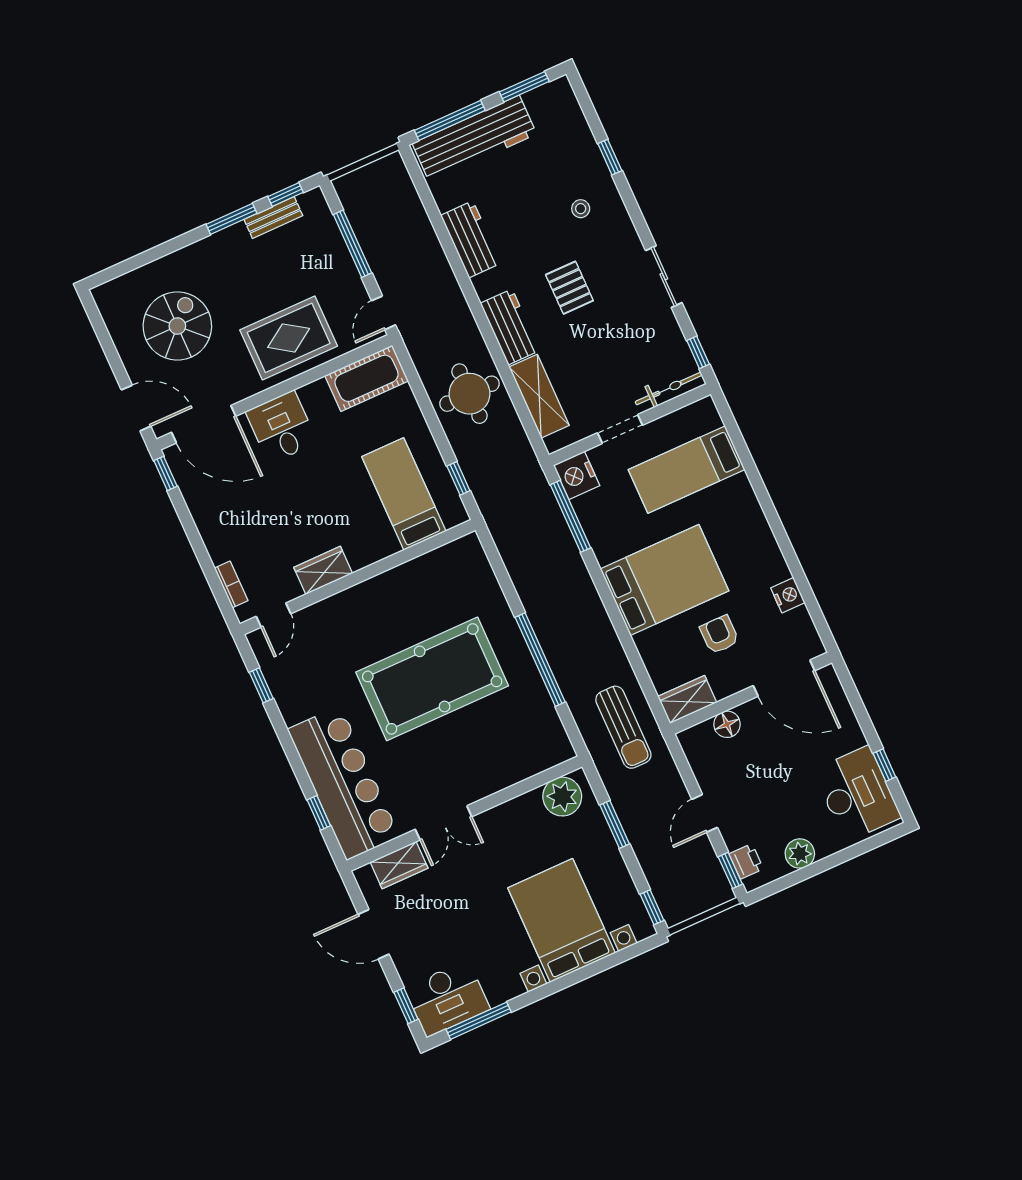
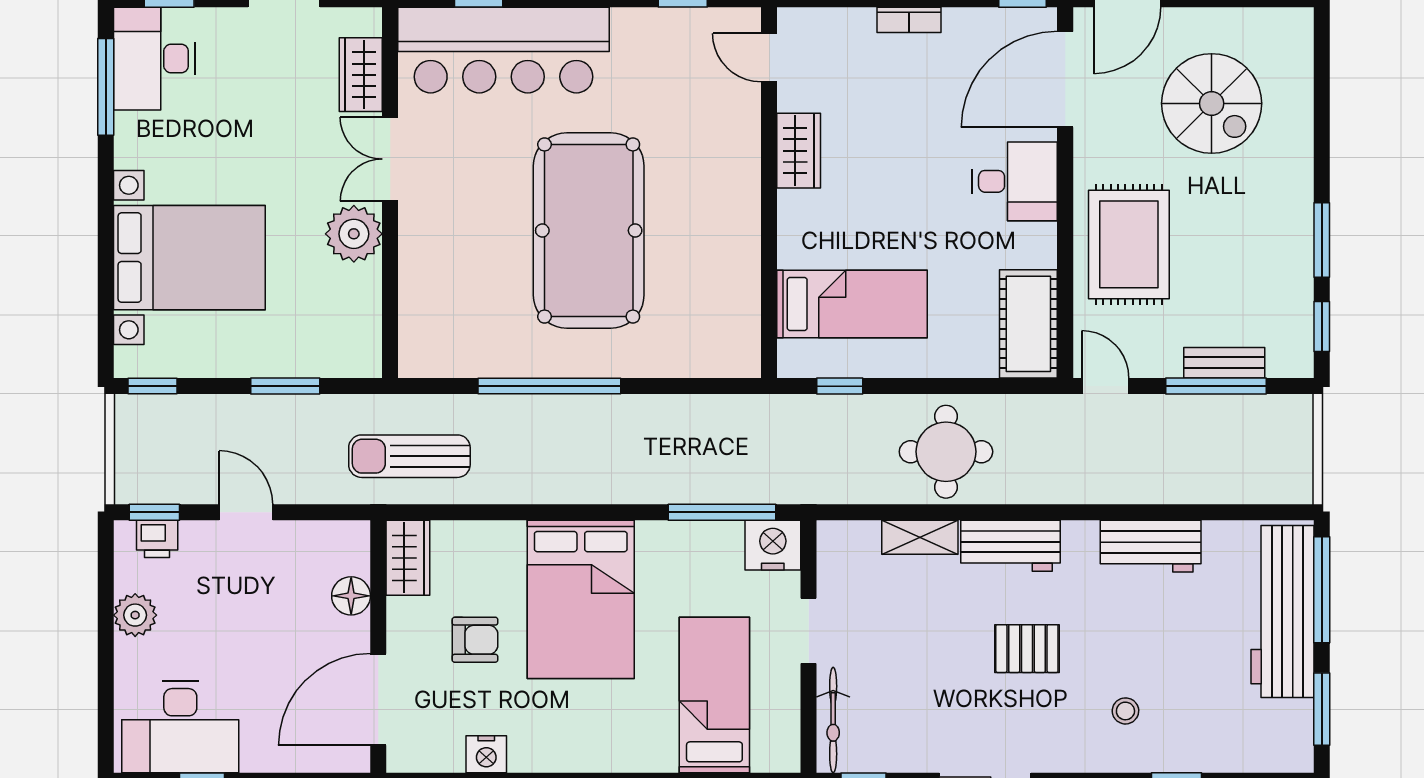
bench: (273, 218) -> (1224, 363), moved, turned 90
shelving: (539, 396) -> (920, 537), width x0.67, depth x0.75
bookcase: (231, 584) -> (909, 20), moved
plant: (562, 797) -> (354, 234), moved

